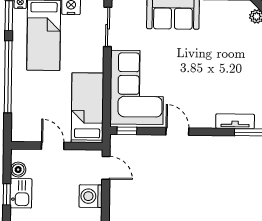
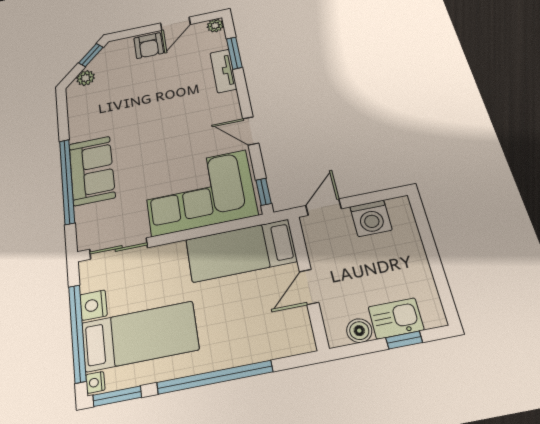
door: (177, 131) -> (251, 131), hinge flipped

